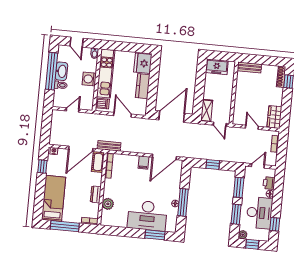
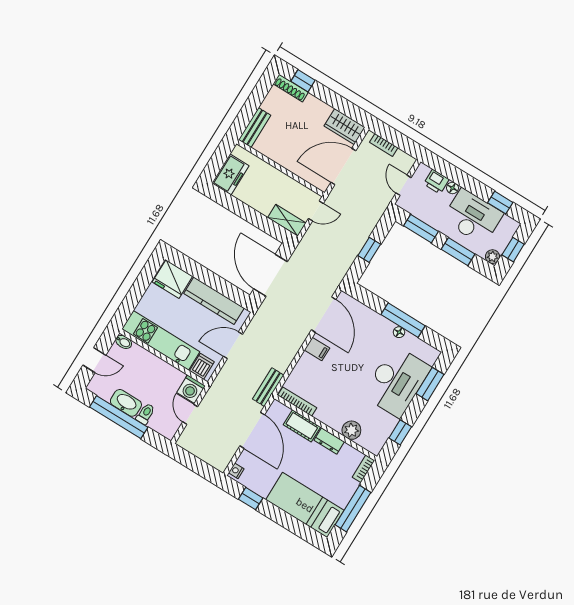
washing machine: (89, 79) -> (191, 389), moved
kitchen counter: (143, 86) -> (214, 301), width x1.50
door: (252, 127) -> (343, 167), width x1.88
cot: (98, 162) -> (302, 426), moved
window: (120, 231) -> (400, 432), added

